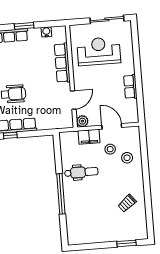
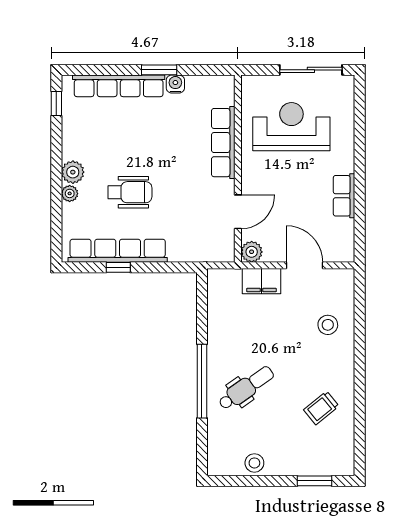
water cooler: (46, 32) -> (175, 84), moved
stool: (110, 149) -> (254, 463), moved
dental chair: (81, 172) -> (246, 388), moved, turned -35

